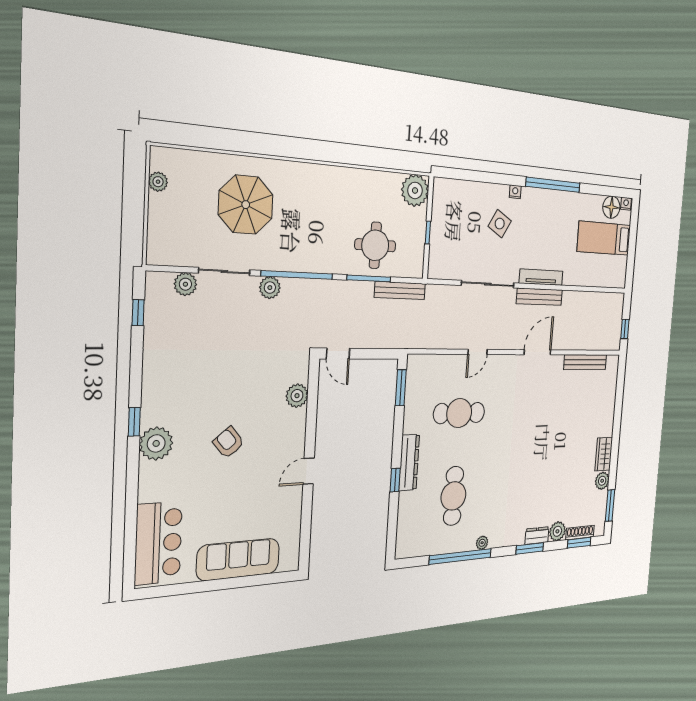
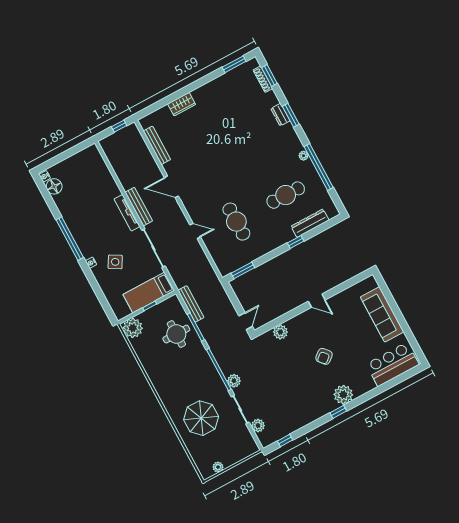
bed: (604, 238) -> (149, 293), moved, turned 90
wardrobe: (604, 454) -> (182, 104), moved
dresser: (409, 463) -> (310, 223), moved
plant: (602, 481) -> (222, 82), removed
plant: (557, 531) -> (270, 99), removed

